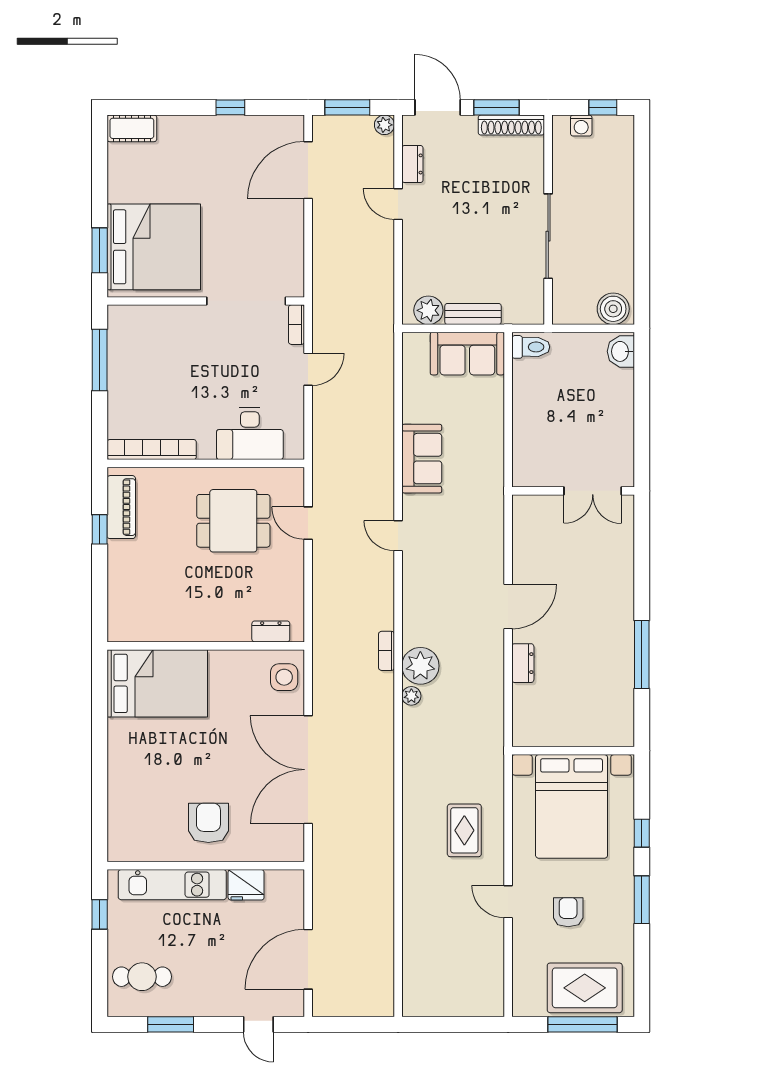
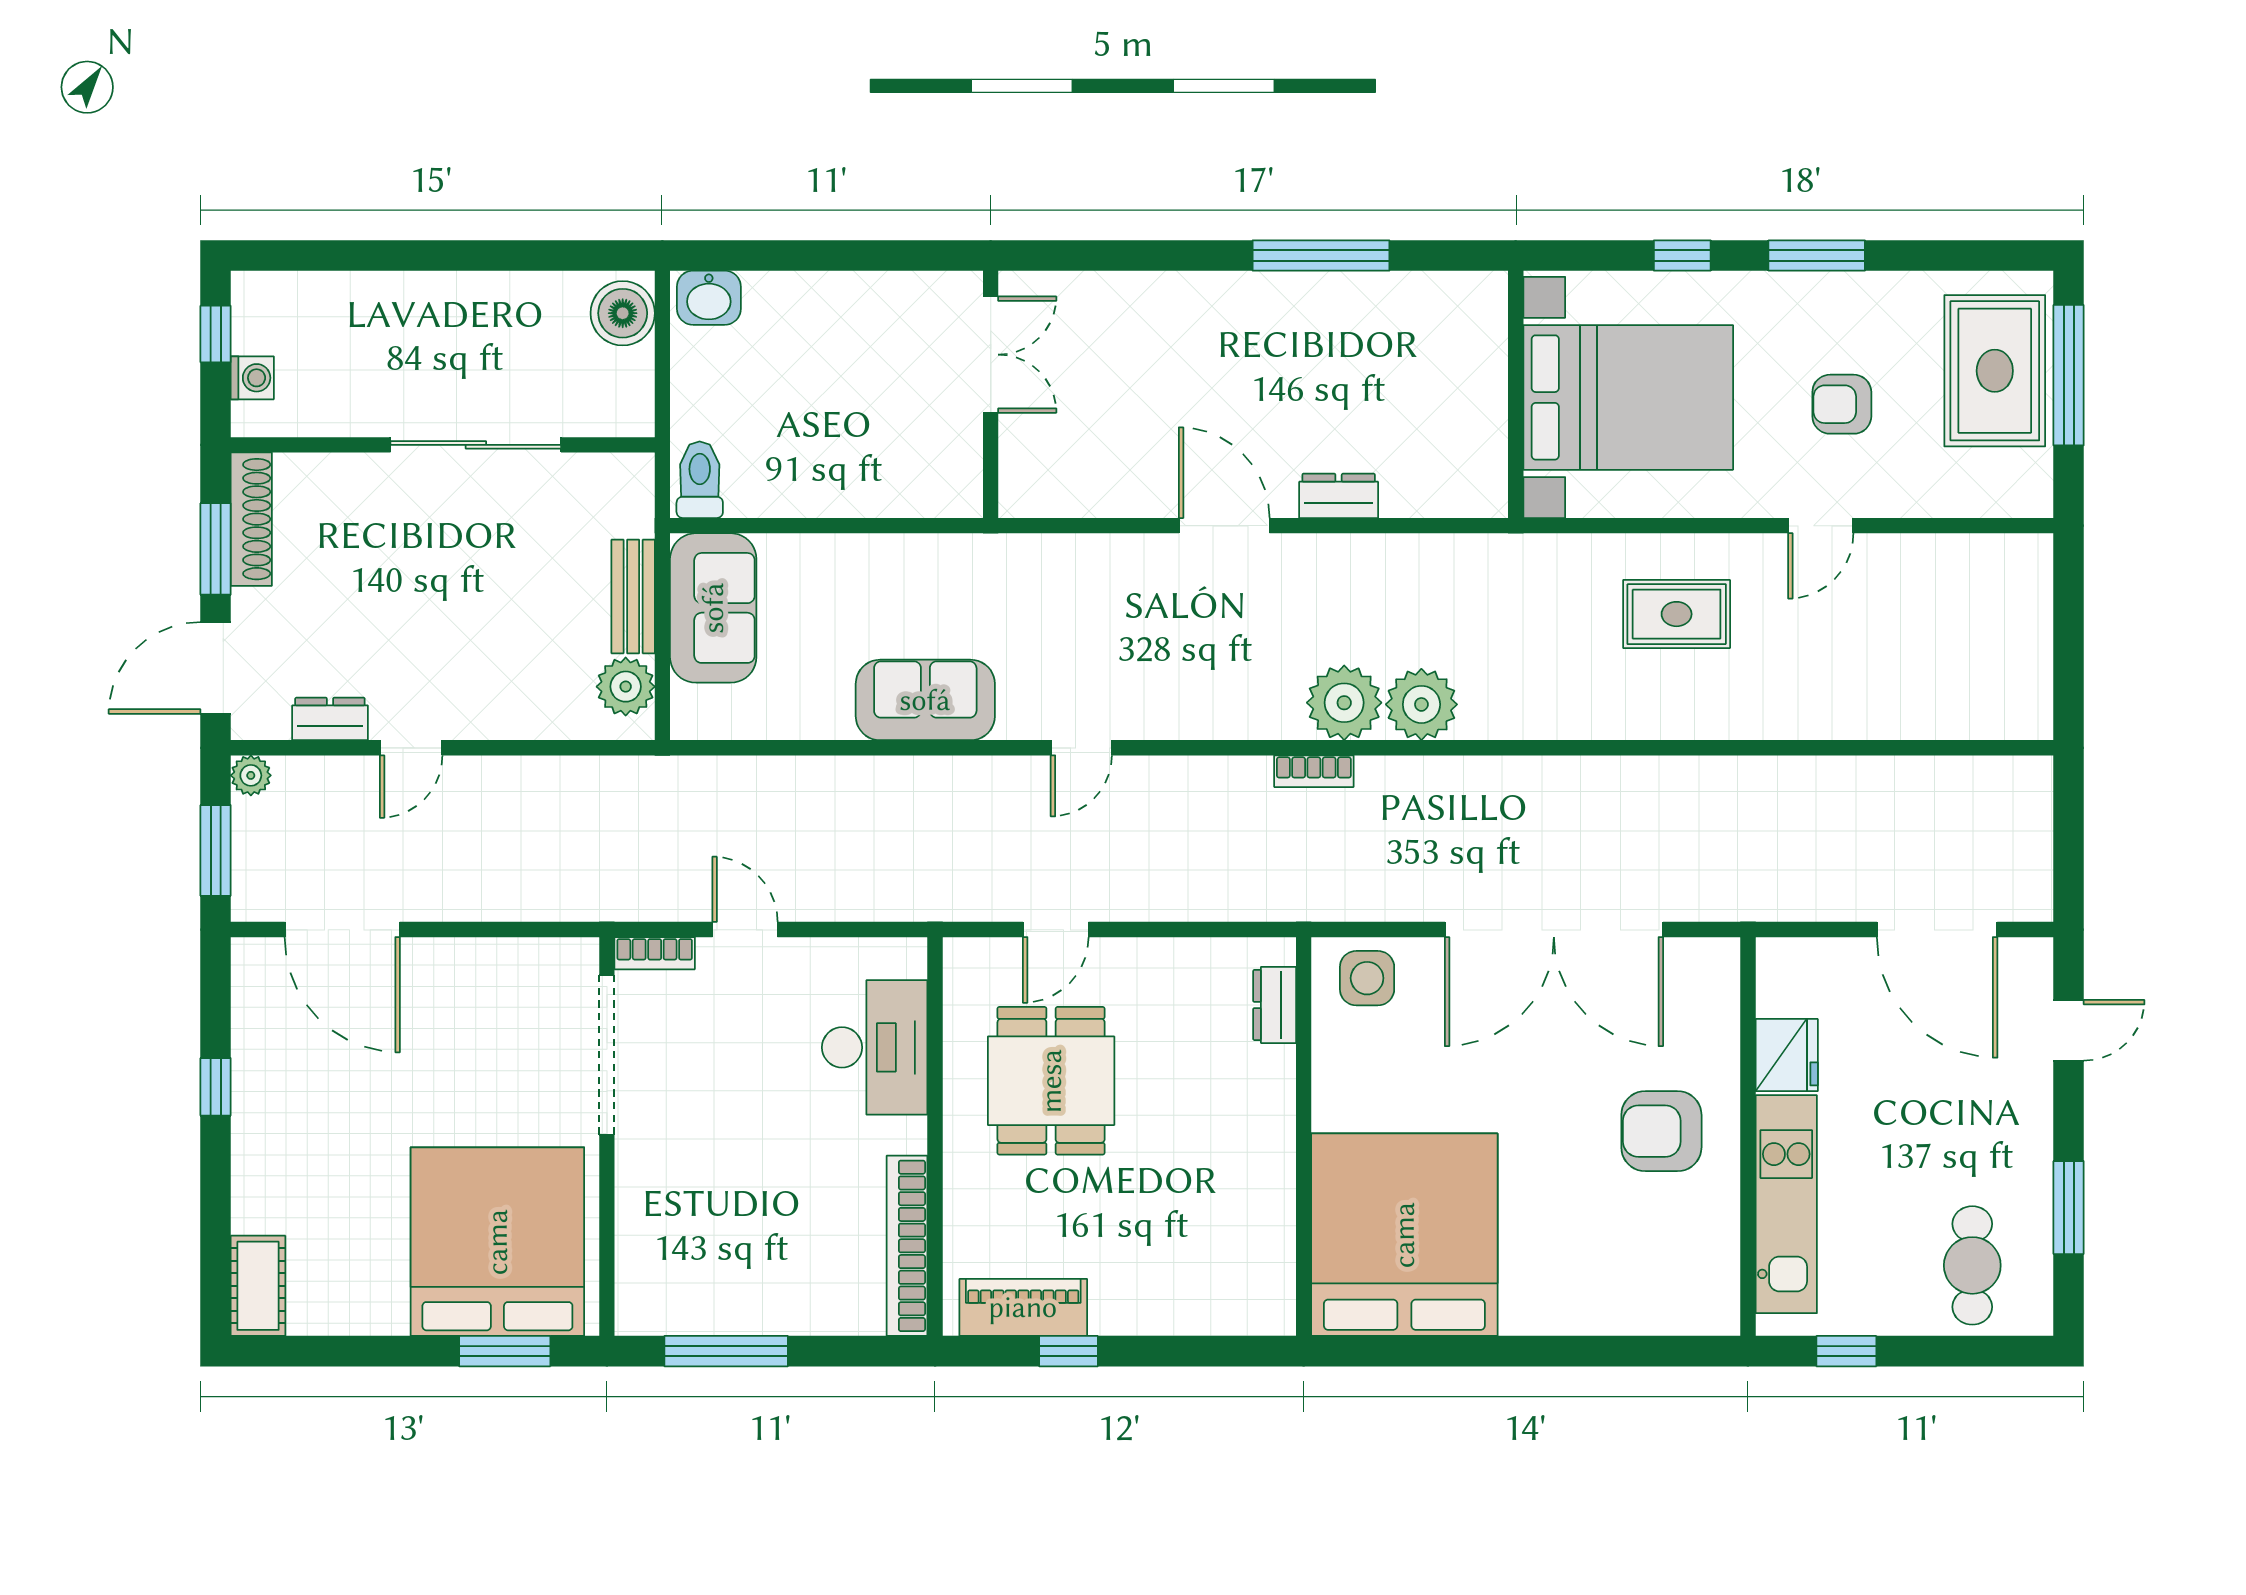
bed: (157, 683) -> (1404, 1235), width x1.36
plant: (411, 696) -> (1421, 704), width x1.88, depth x1.88

